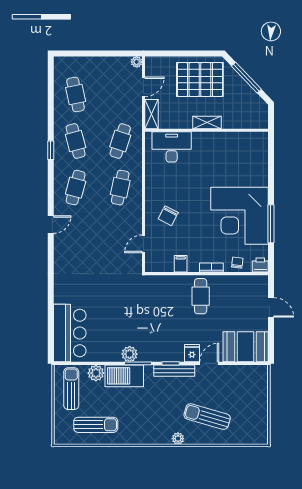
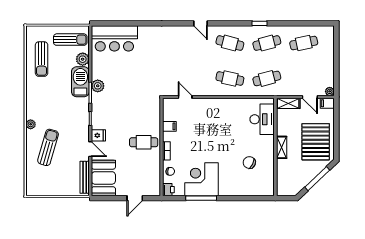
filing cabinet: (151, 65) -> (327, 103), added
cafe table: (120, 141) -> (267, 78), turned -33
chair: (168, 216) -> (249, 163), moved
corner desk: (240, 216) -> (202, 179), width x0.74, depth x0.74
bench: (174, 371) -> (85, 177), moved

